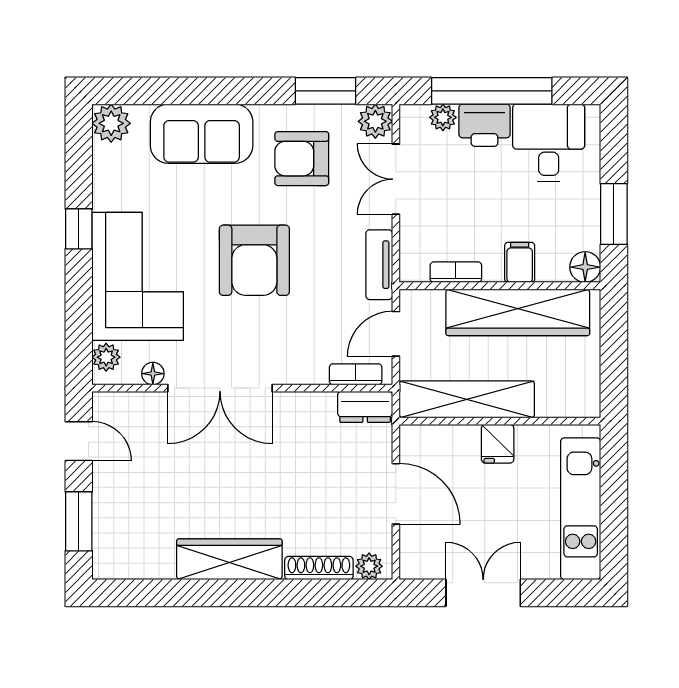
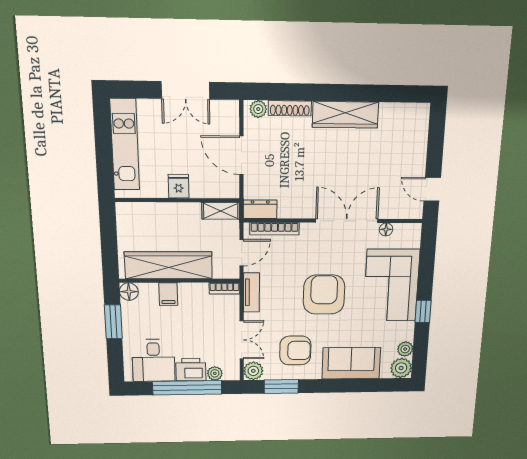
bookcase: (456, 272) -> (224, 288), moved
plant: (106, 357) -> (405, 349), moved
bookcase: (356, 374) -> (275, 229), width x1.56
shelving: (467, 399) -> (221, 211), width x0.45, depth x0.75
window: (79, 521) -> (436, 140), removed

